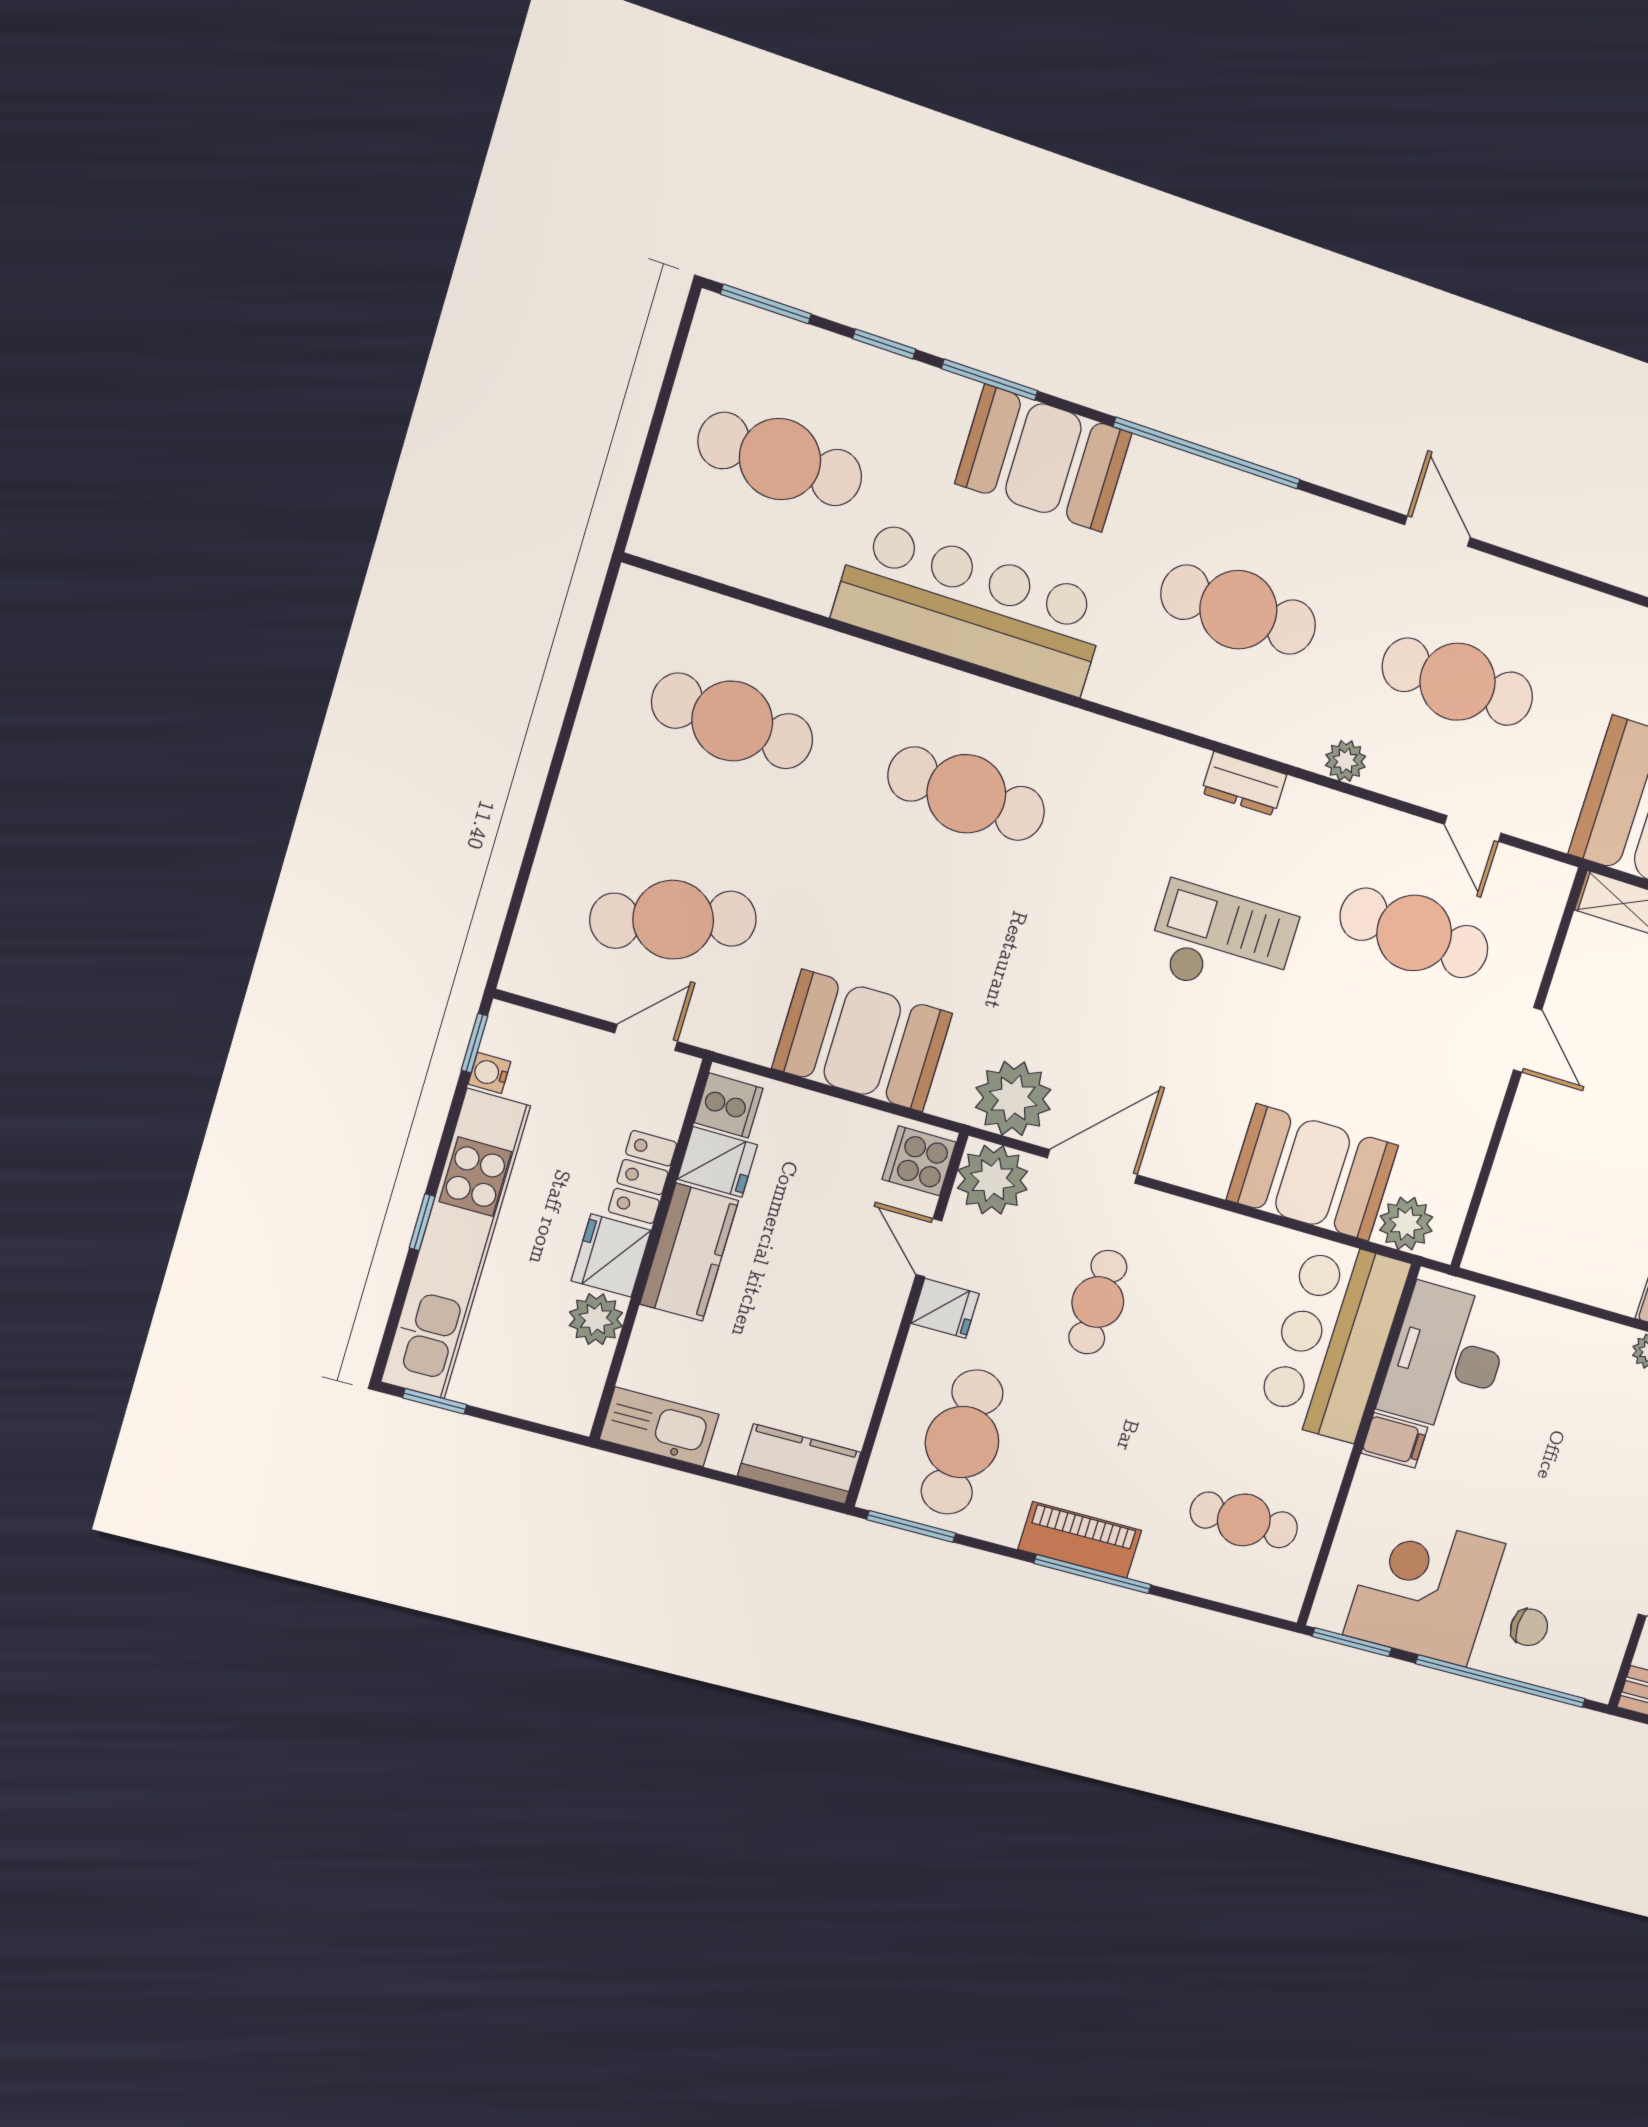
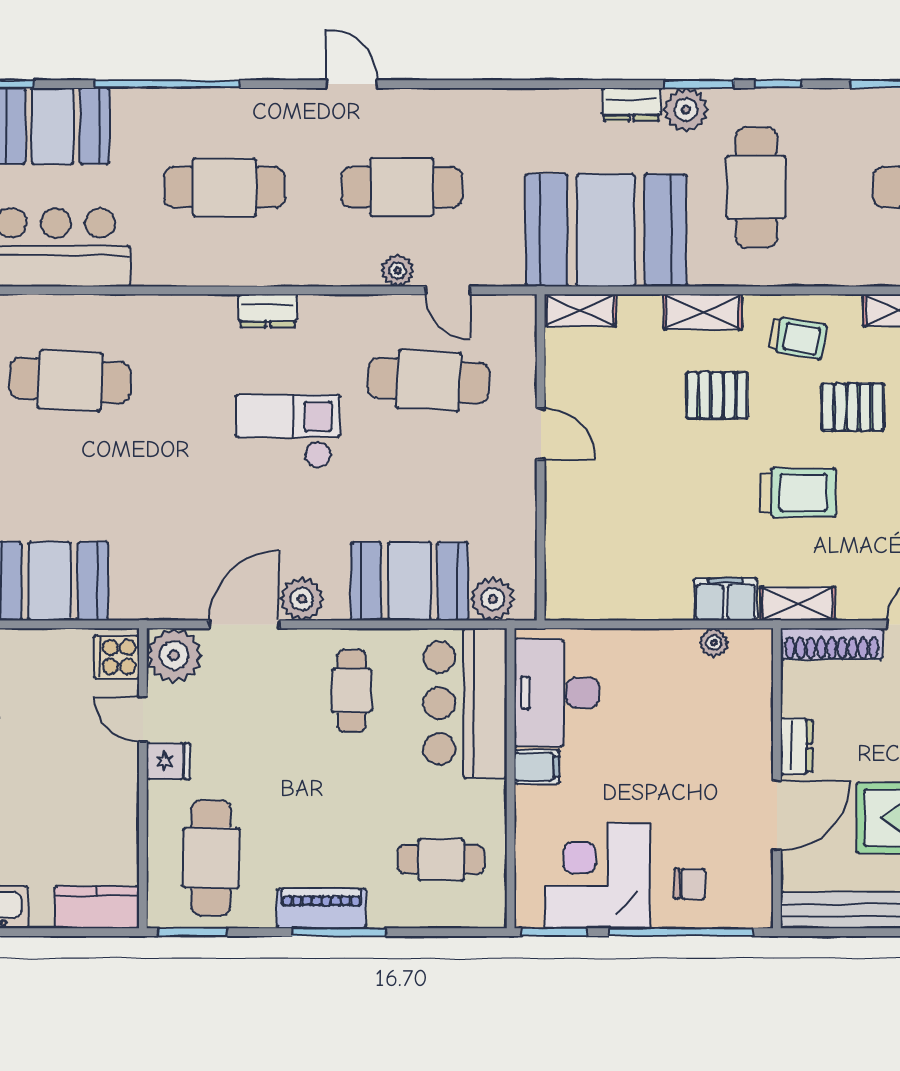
plant: (1345, 761) -> (398, 271), moved
plant: (1013, 1098) -> (302, 599), moved, width x0.73, depth x0.73
cafe table: (1098, 1302) -> (351, 691), moved

